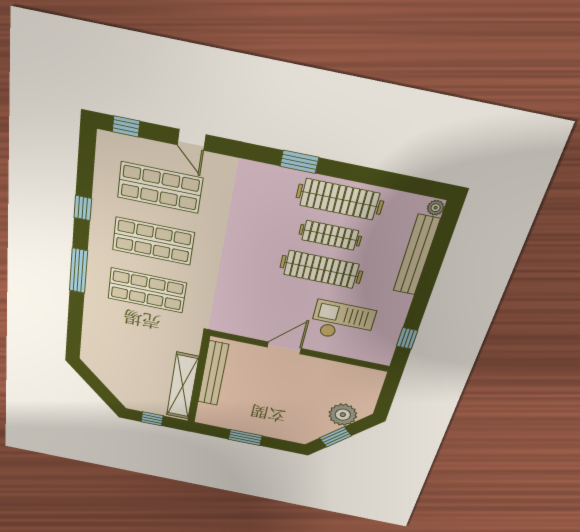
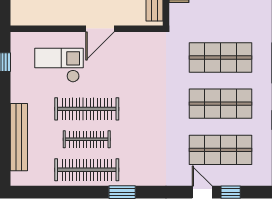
window: (126, 126) -> (231, 192), moved
plant: (436, 208) -> (17, 178), removed
checkout: (342, 322) -> (59, 65), turned 180

